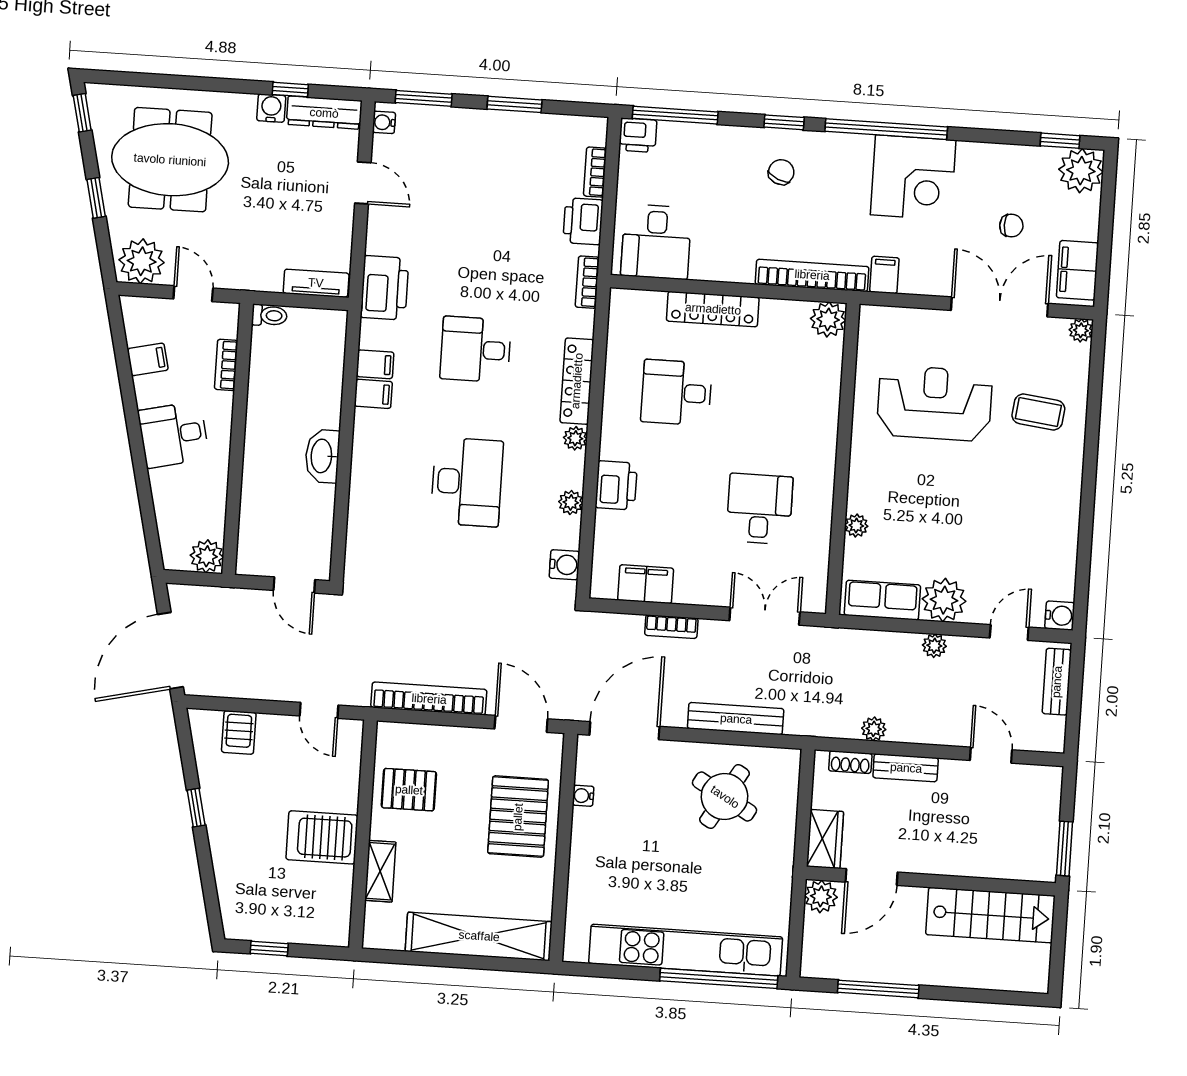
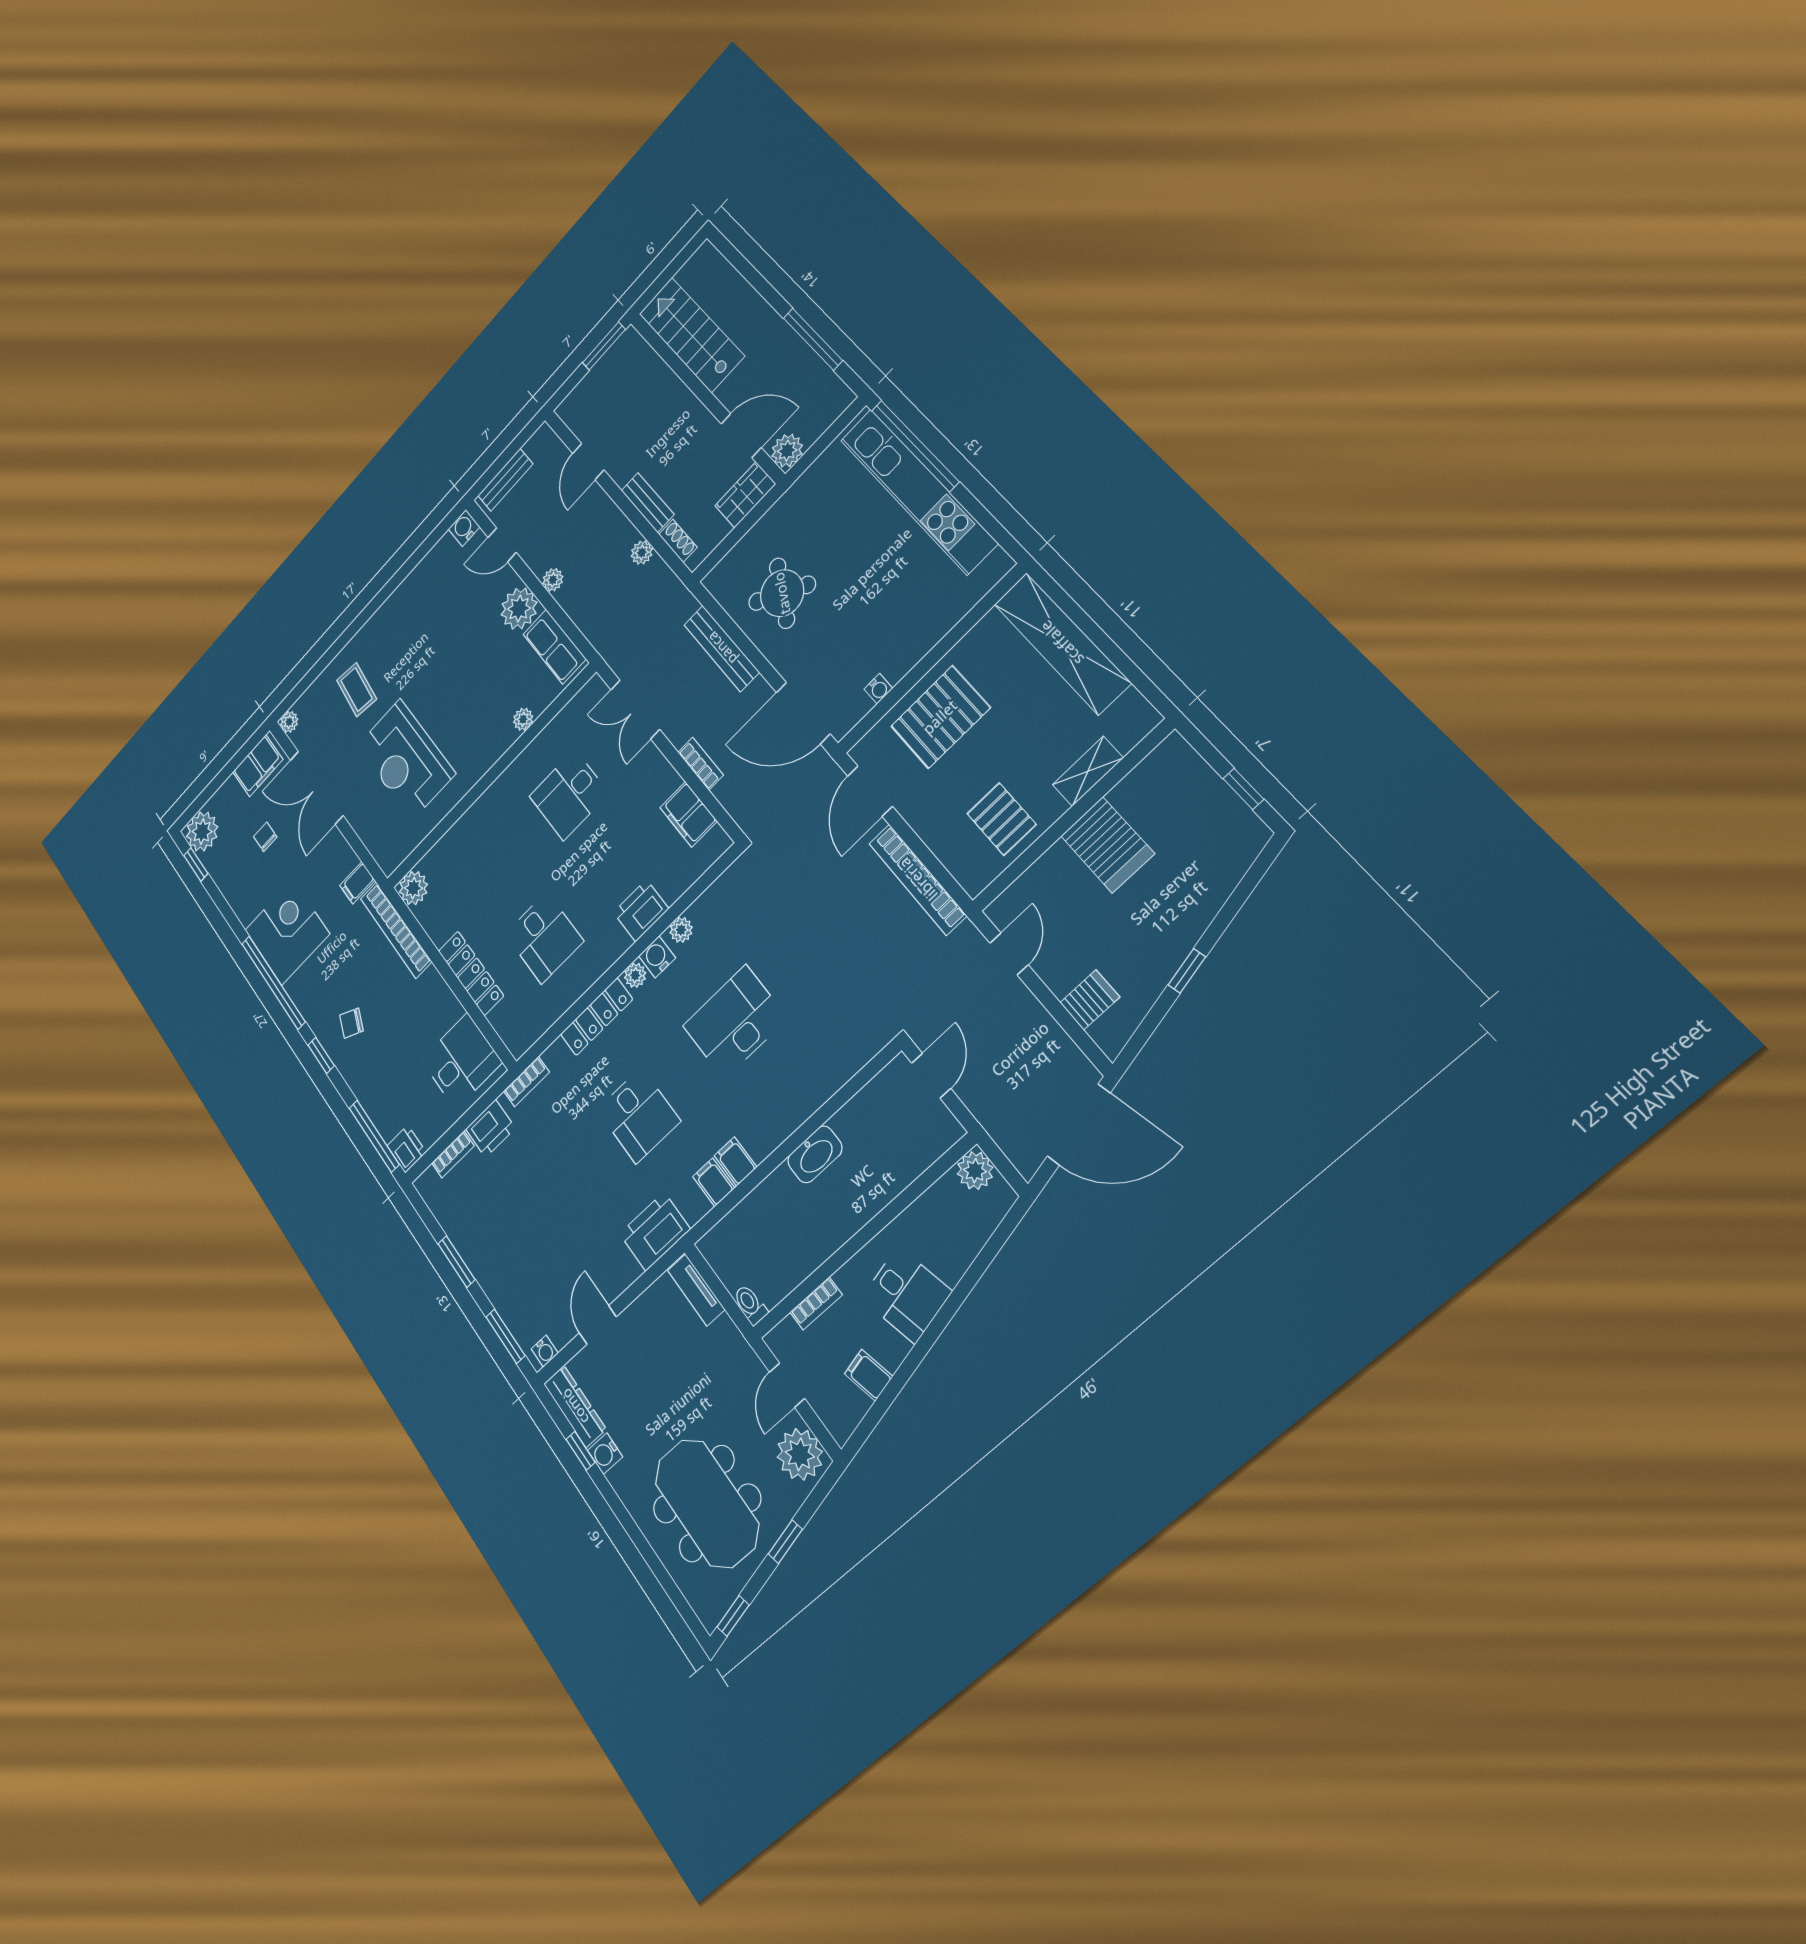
water cooler: (564, 565) -> (657, 957), moved

